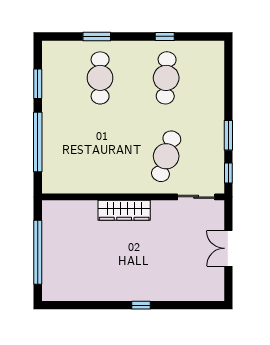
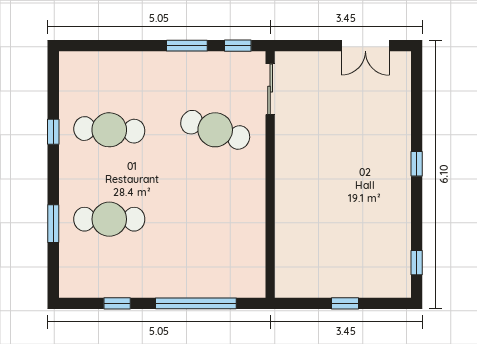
window: (38, 84) -> (117, 303), width x0.67
wardrobe: (124, 210) -> (288, 187), removed
double door: (228, 248) -> (365, 46), moved
window: (38, 252) -> (345, 303), width x0.32
window: (68, 305) -> (417, 263), added

